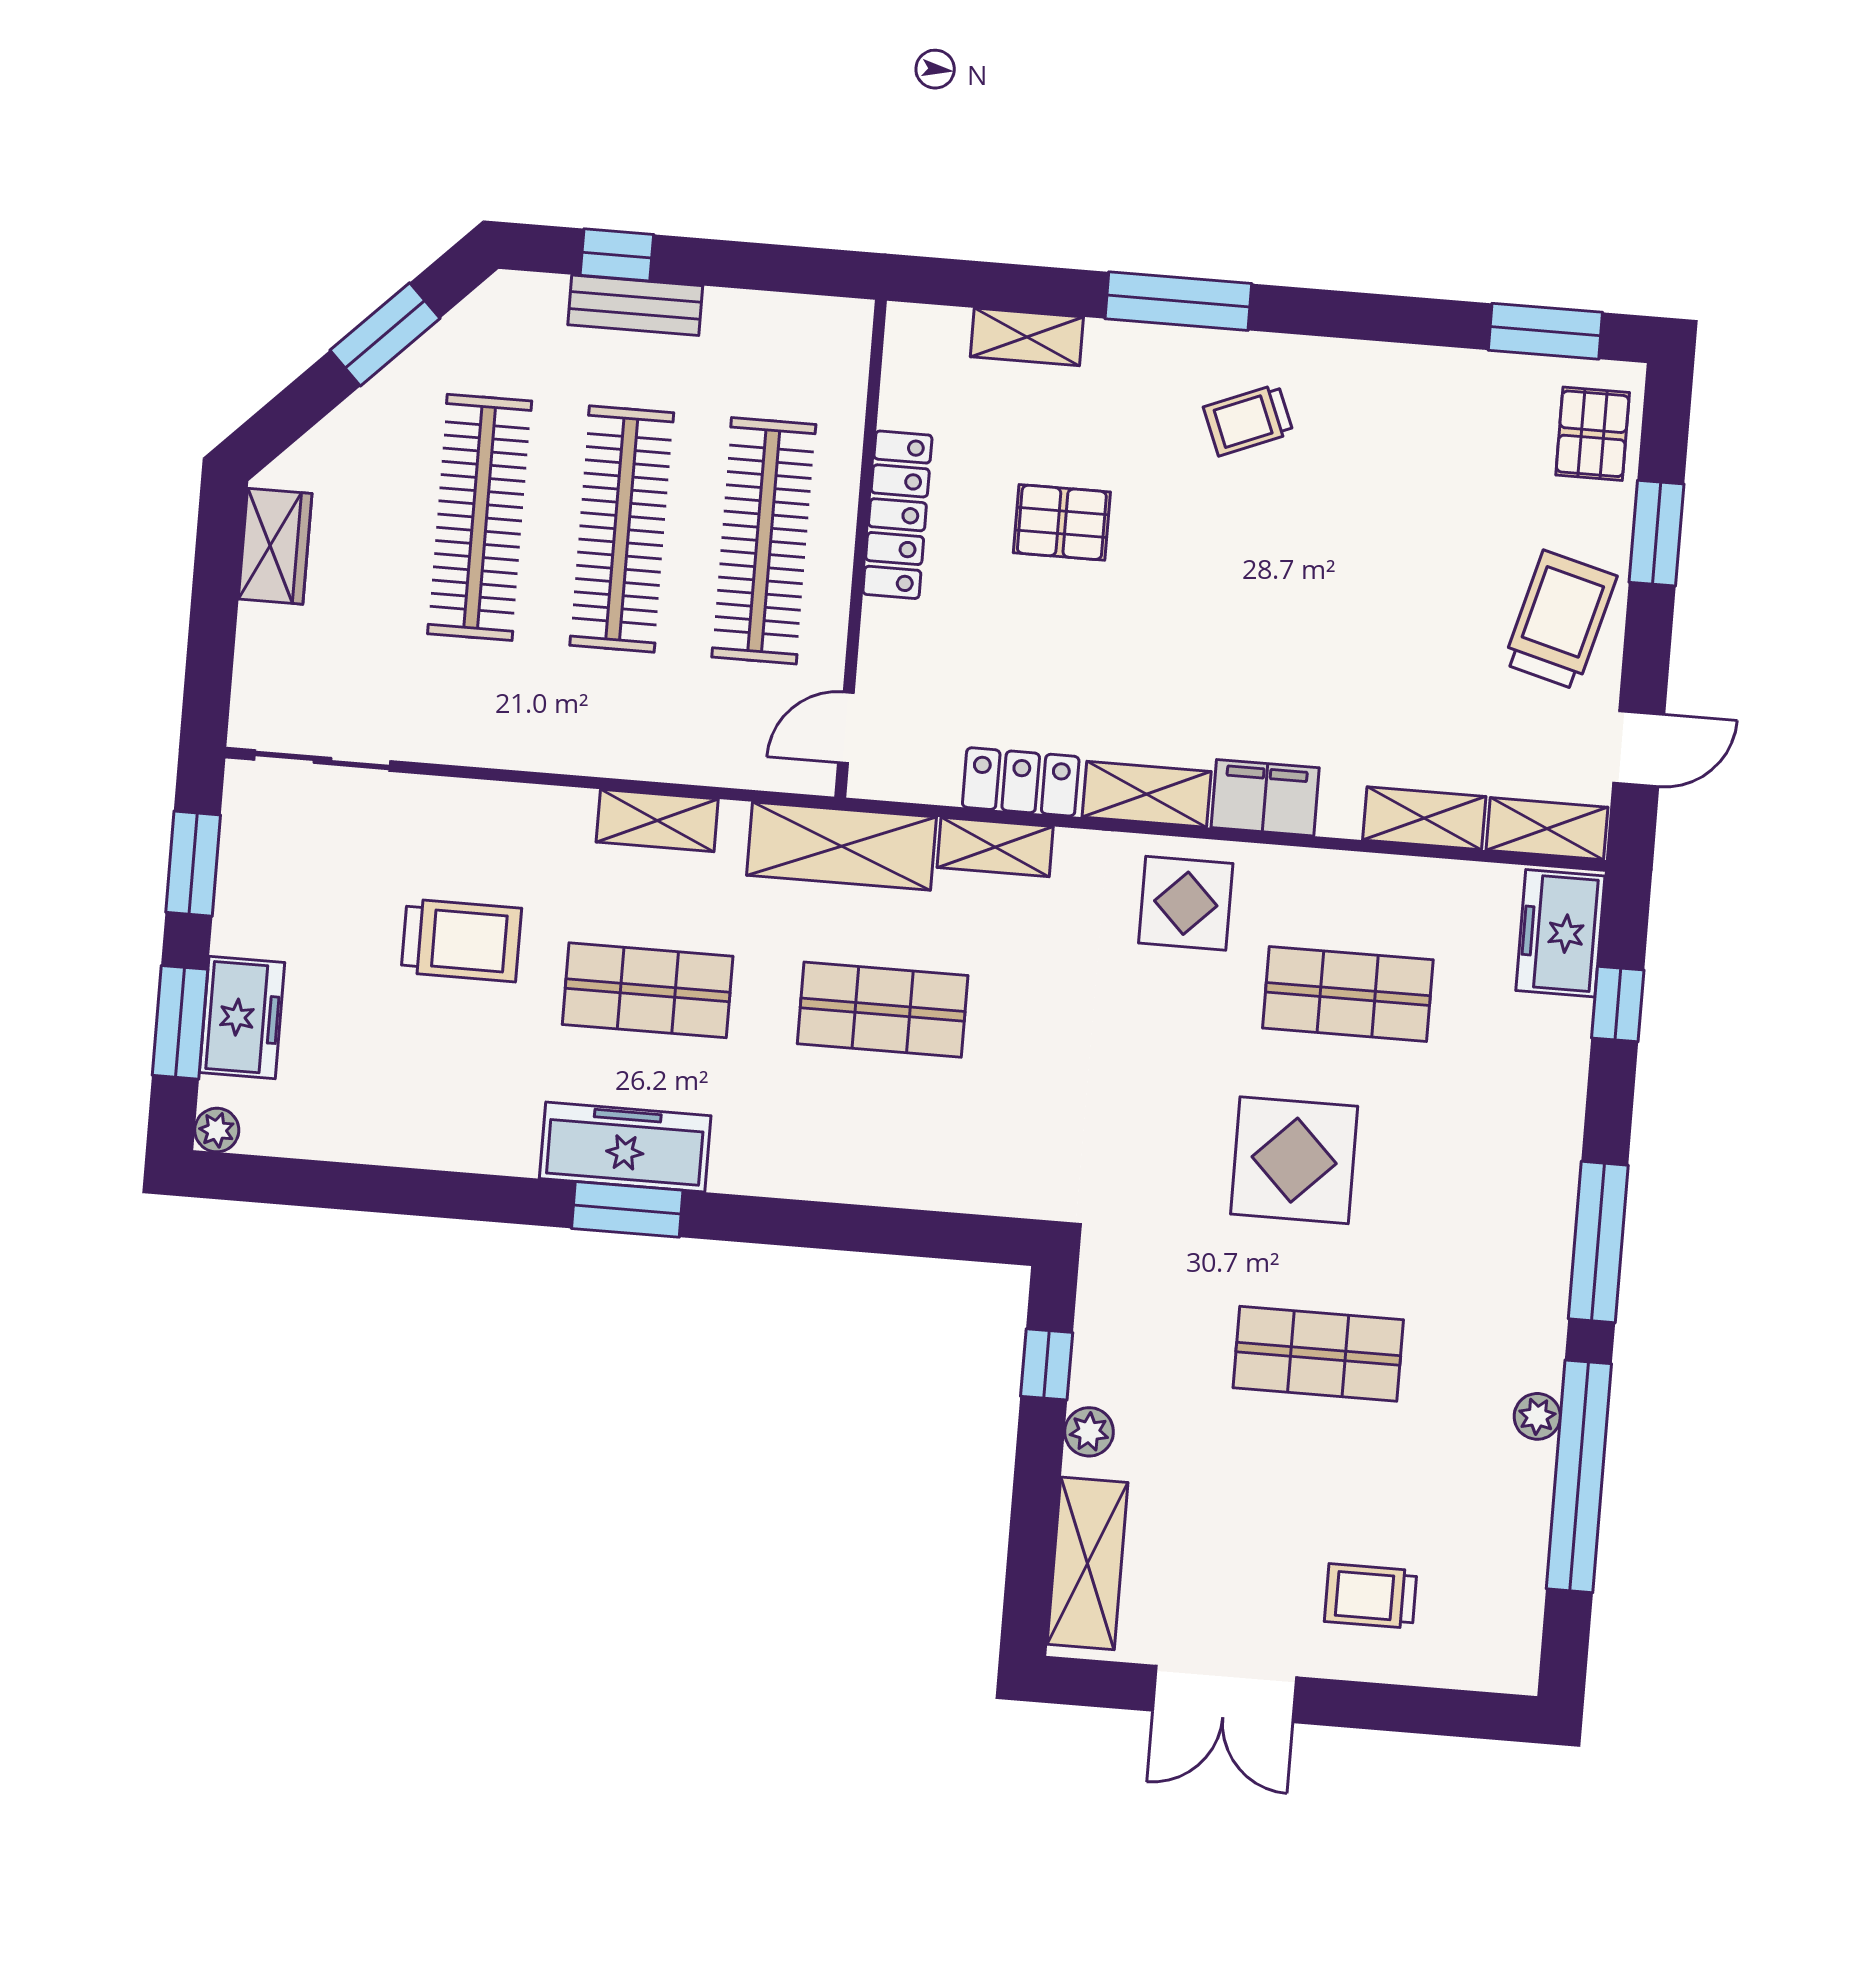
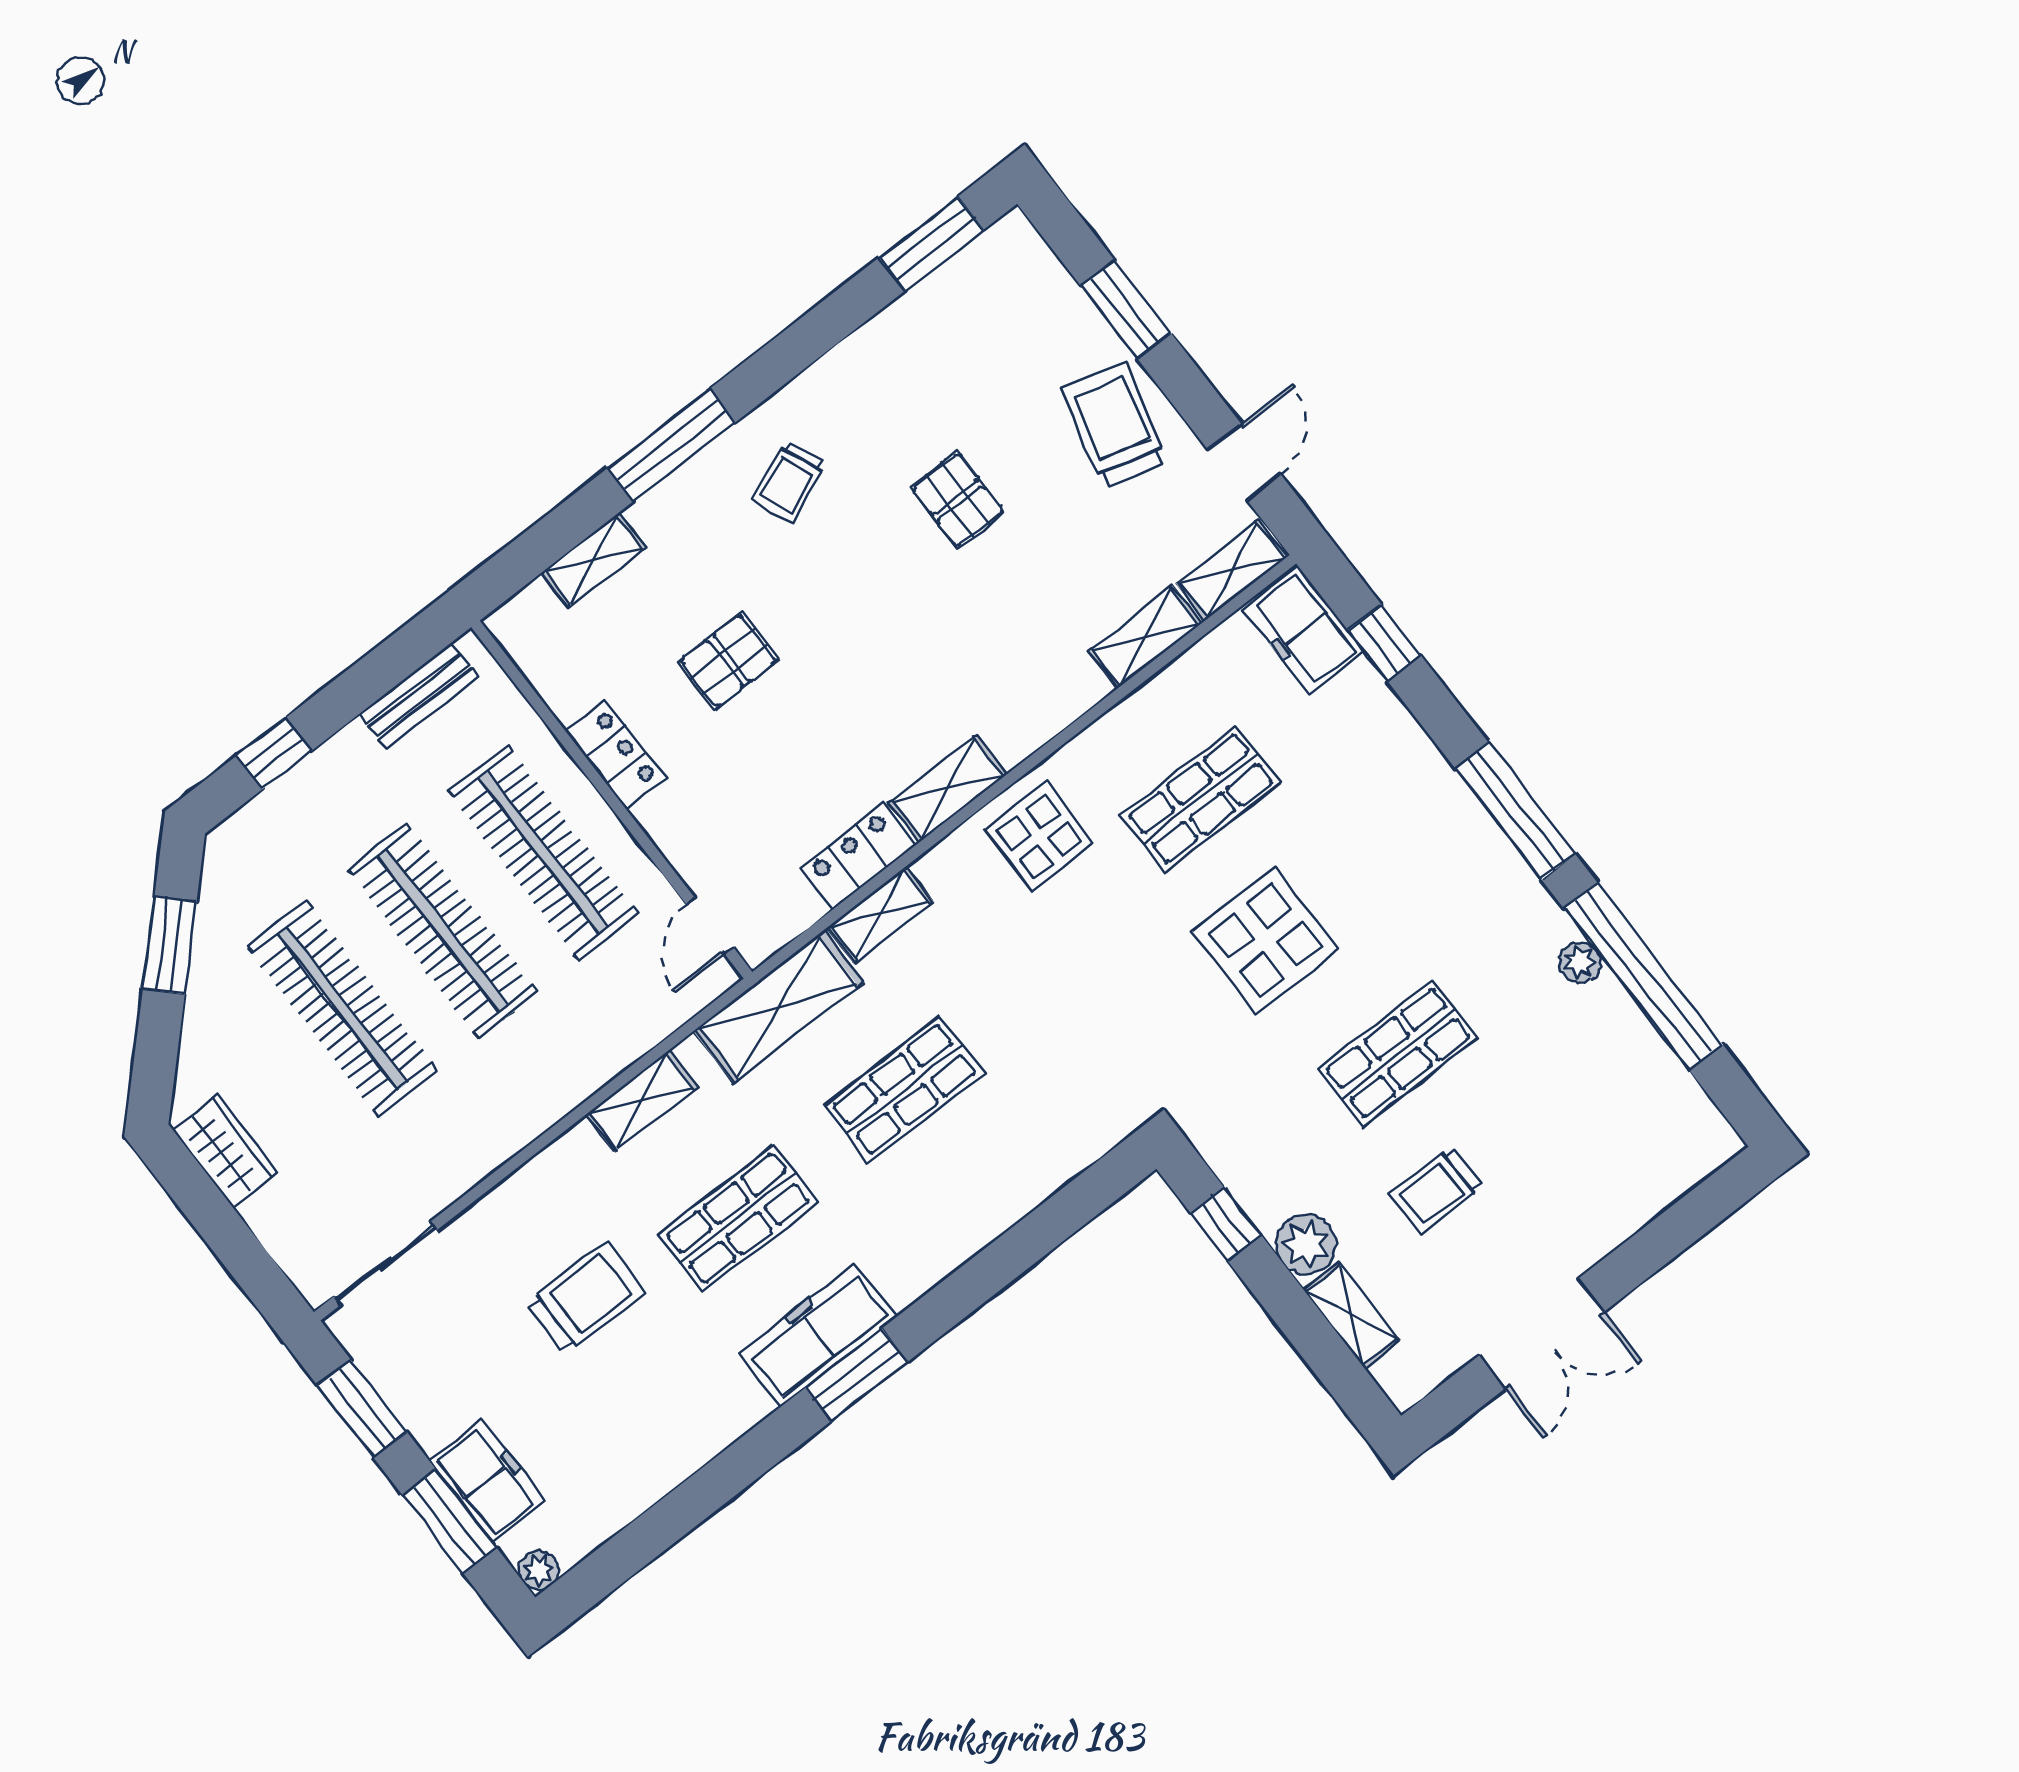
bench: (635, 305) -> (419, 696), moved
pallet: (1593, 434) -> (958, 500), moved
locker: (897, 515) -> (615, 755), width x0.66
filing cabinet: (1265, 798) -> (1028, 719), removed
plant: (1089, 1432) -> (1306, 1244), width x1.38, depth x1.38
shelving: (1088, 1563) -> (1351, 1315), width x0.67, depth x0.75
trolley: (1371, 1596) -> (1437, 1190), moved

